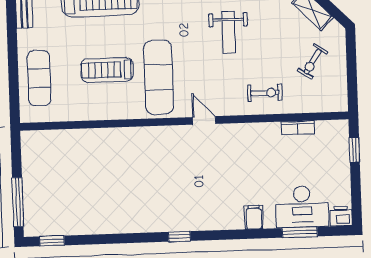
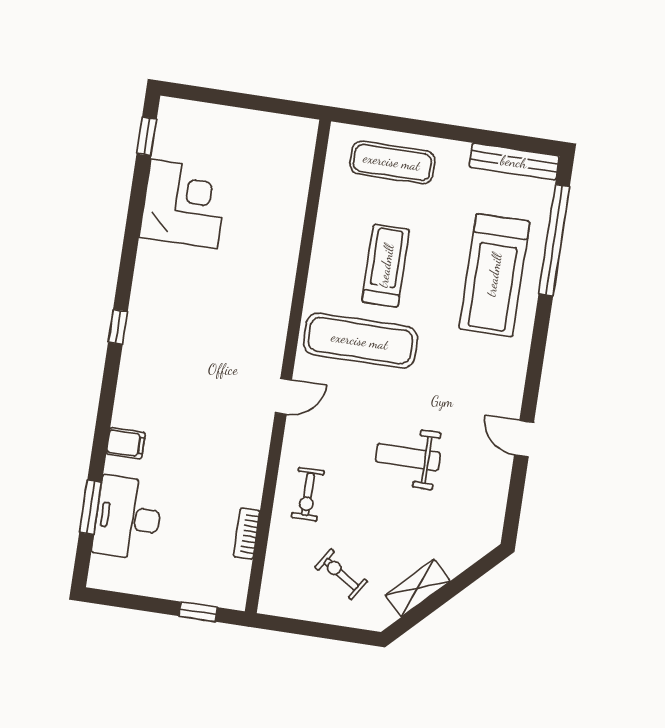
window: (18, 202) -> (214, 96), removed
corner desk: (91, 208) -> (184, 204), added
printer: (341, 216) -> (103, 573), removed

